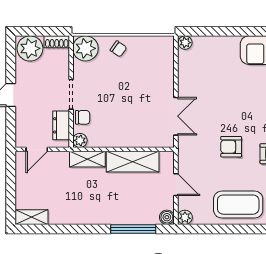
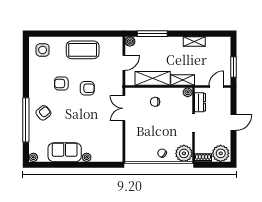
plant: (185, 43) -> (87, 157), moved
chair: (83, 117) -> (155, 102), moved
window: (11, 179) -> (234, 67), added
door: (176, 185) -> (124, 63), swing flipped
shelving: (32, 217) -> (194, 41), moved
plant: (185, 217) -> (118, 41), removed

